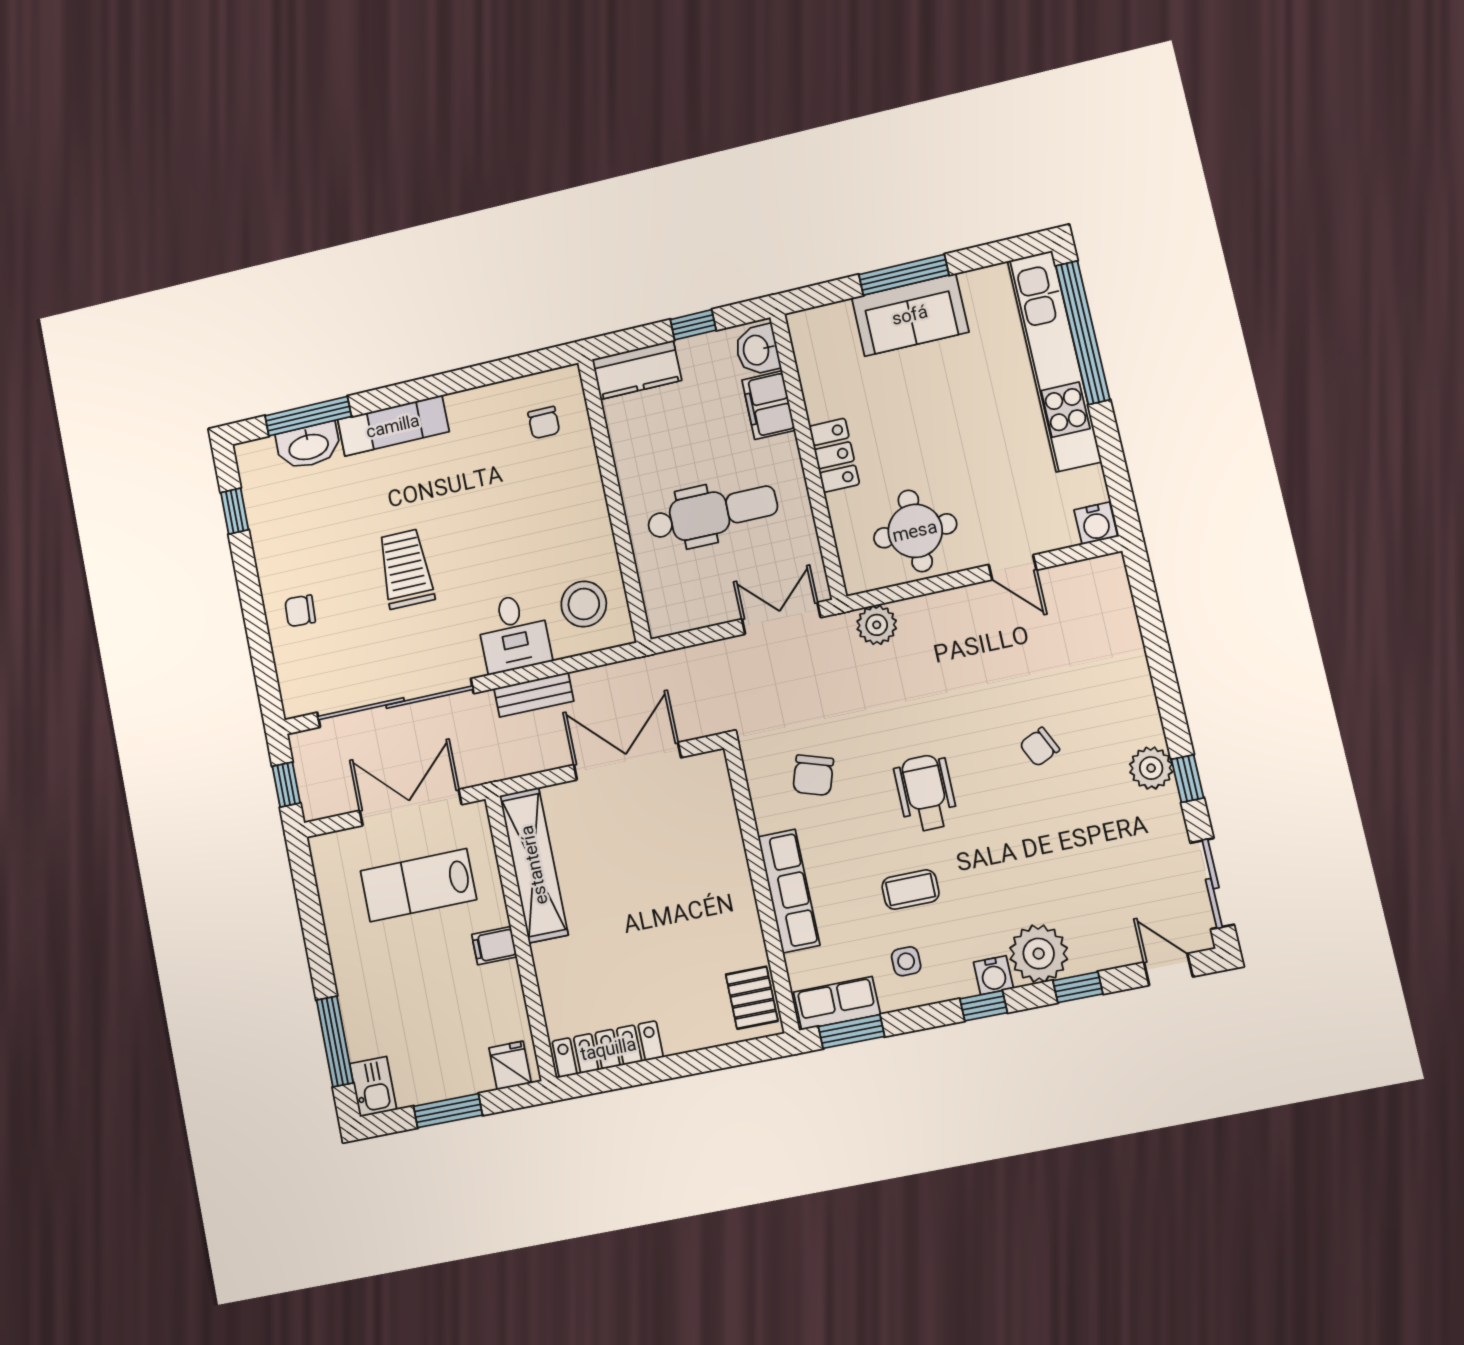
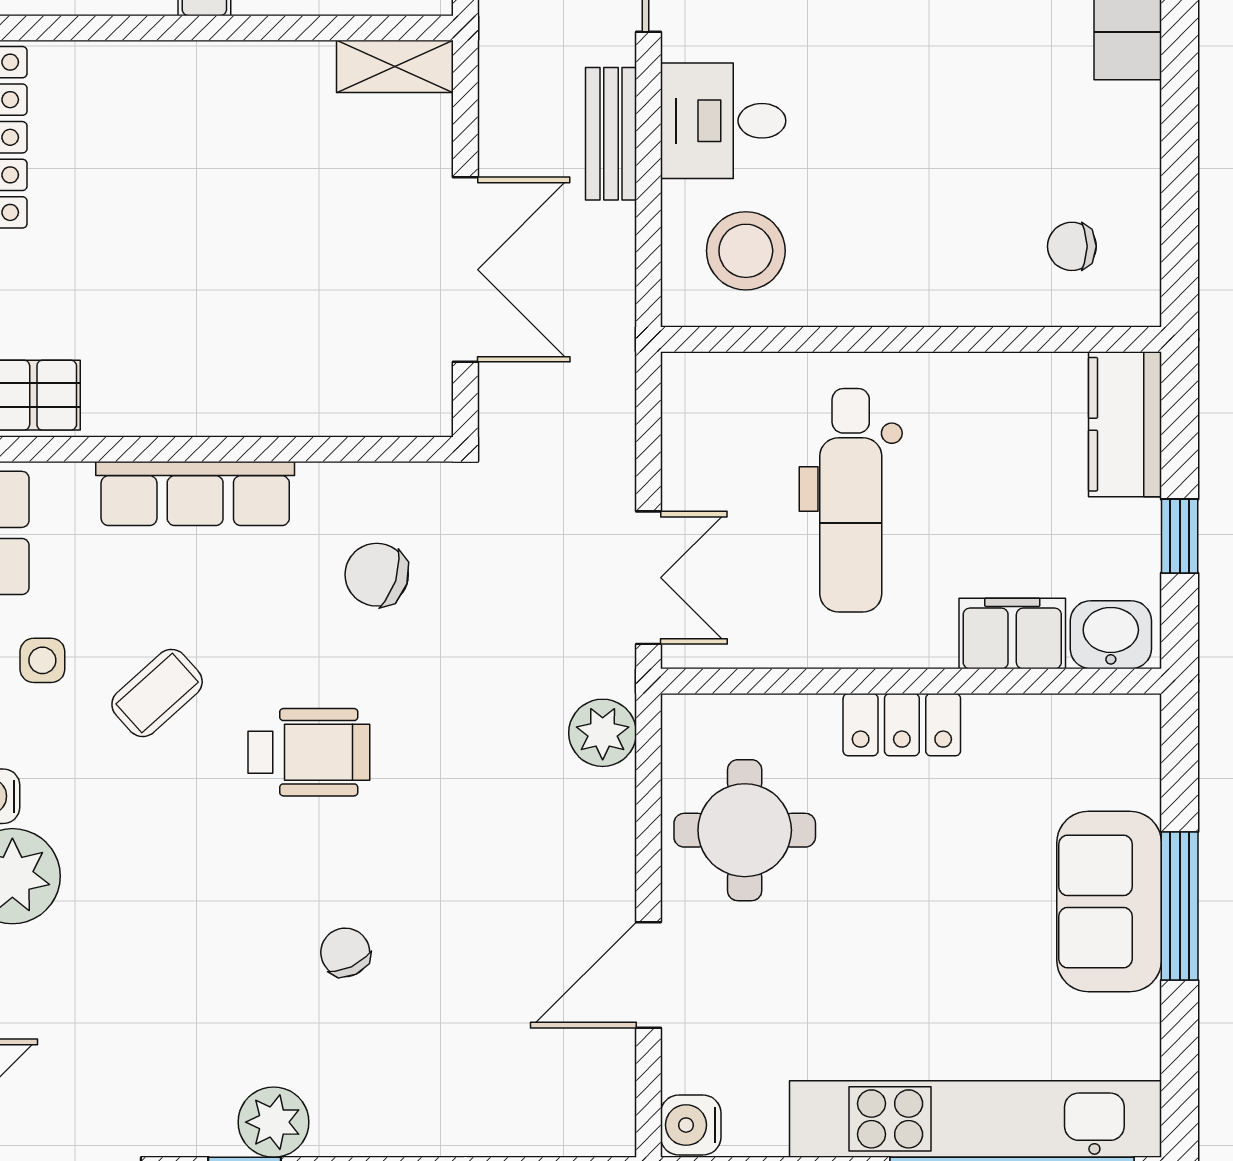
door: (1013, 567) -> (649, 975), width x1.38
shelving: (534, 865) -> (395, 66), width x0.45, depth x0.75
coffee table: (910, 890) -> (157, 693), turned 48

